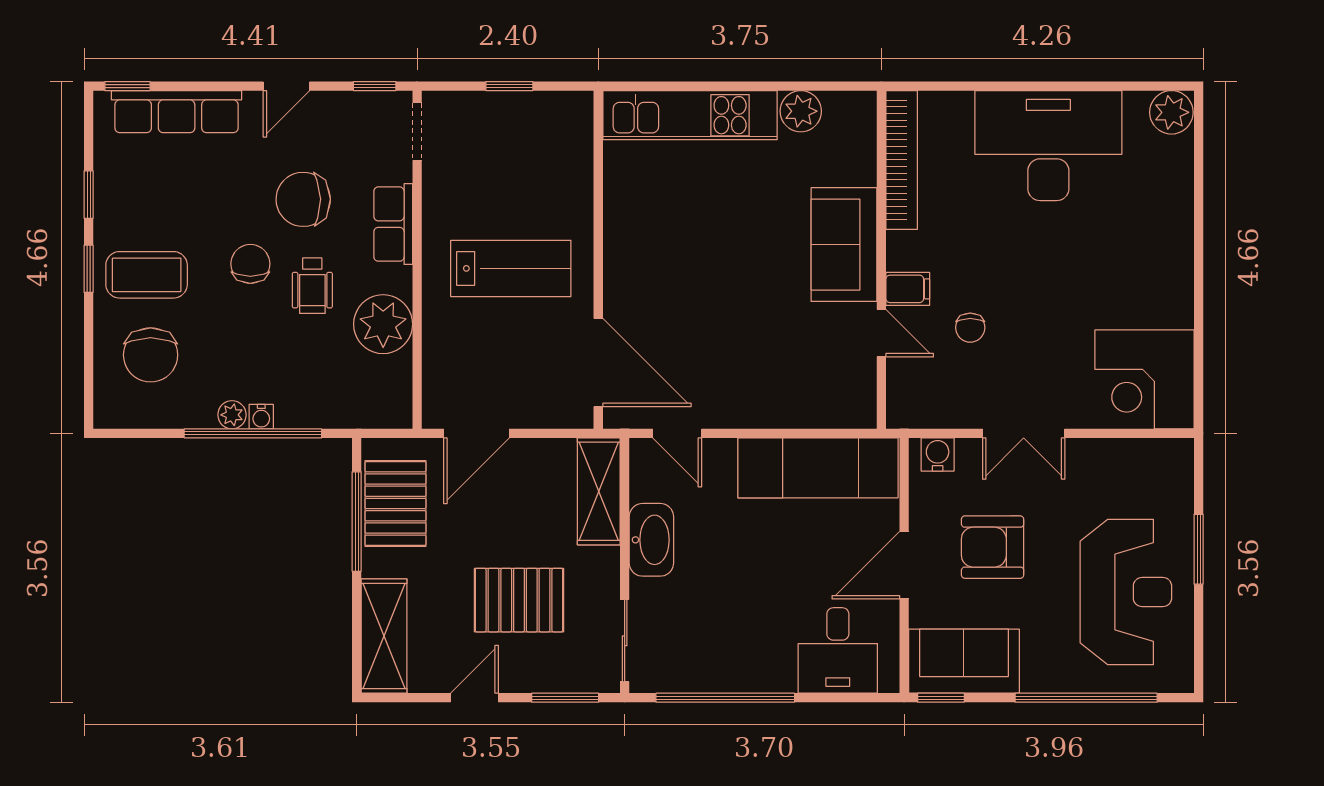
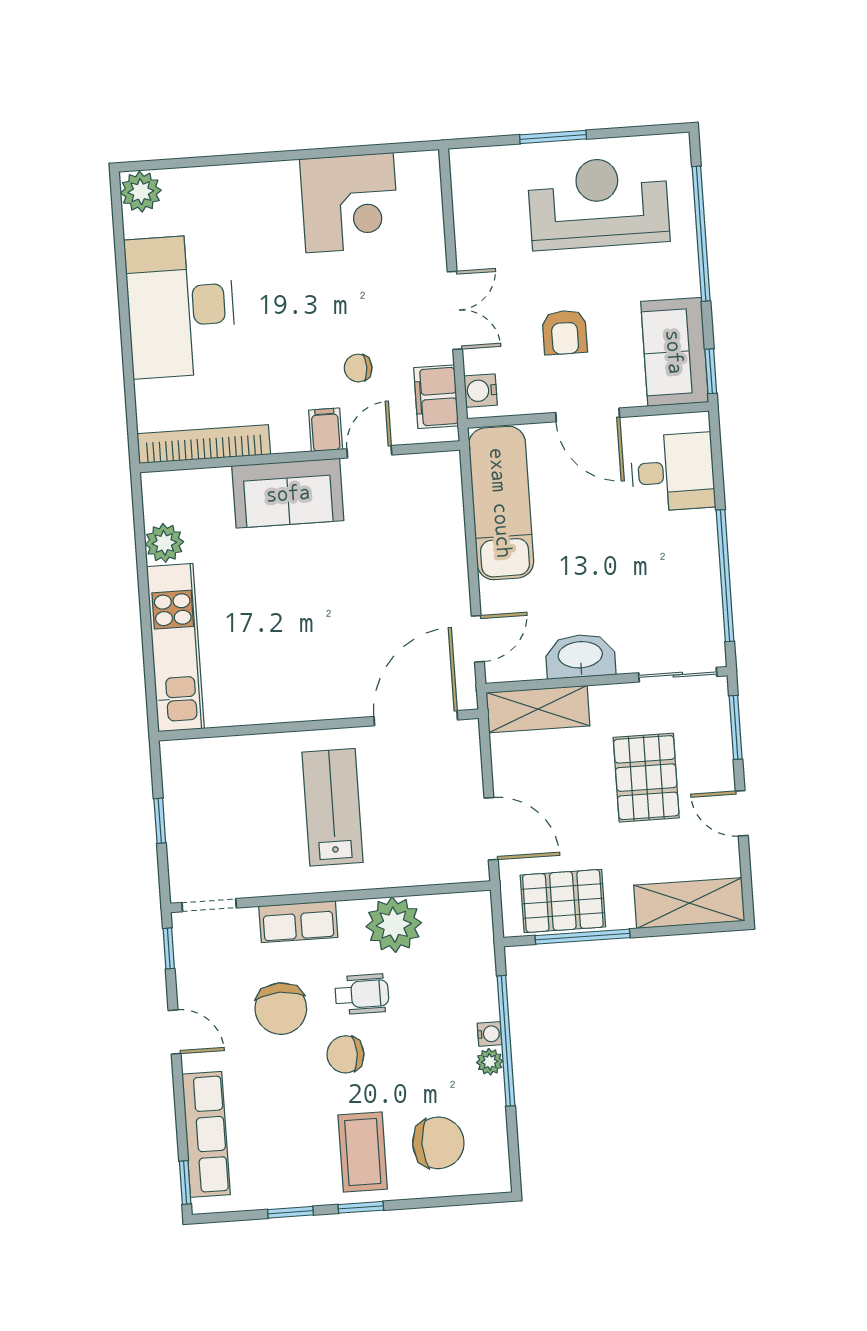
chair: (970, 328) -> (358, 368), turned 180
corner desk: (1144, 379) -> (350, 203), moved
filing cabinet: (934, 407) -> (436, 397), added
armchair: (993, 547) -> (565, 332), width x0.72, depth x0.72

